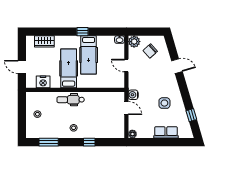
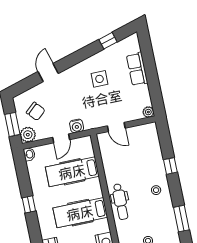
window: (144, 32) -> (12, 124), added
hospital bed: (89, 55) -> (72, 172), moved, turned 180
water cooler: (133, 95) -> (77, 126), moved
door: (126, 108) -> (116, 127), swing flipped

